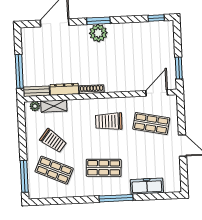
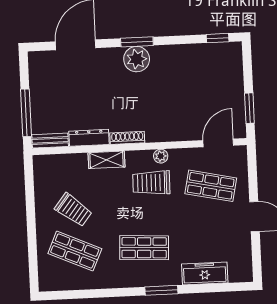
plant: (35, 106) -> (161, 156), moved
shelving: (54, 106) -> (106, 160), moved
window: (24, 176) -> (33, 260), removed
window: (116, 198) -> (161, 290), width x0.69

